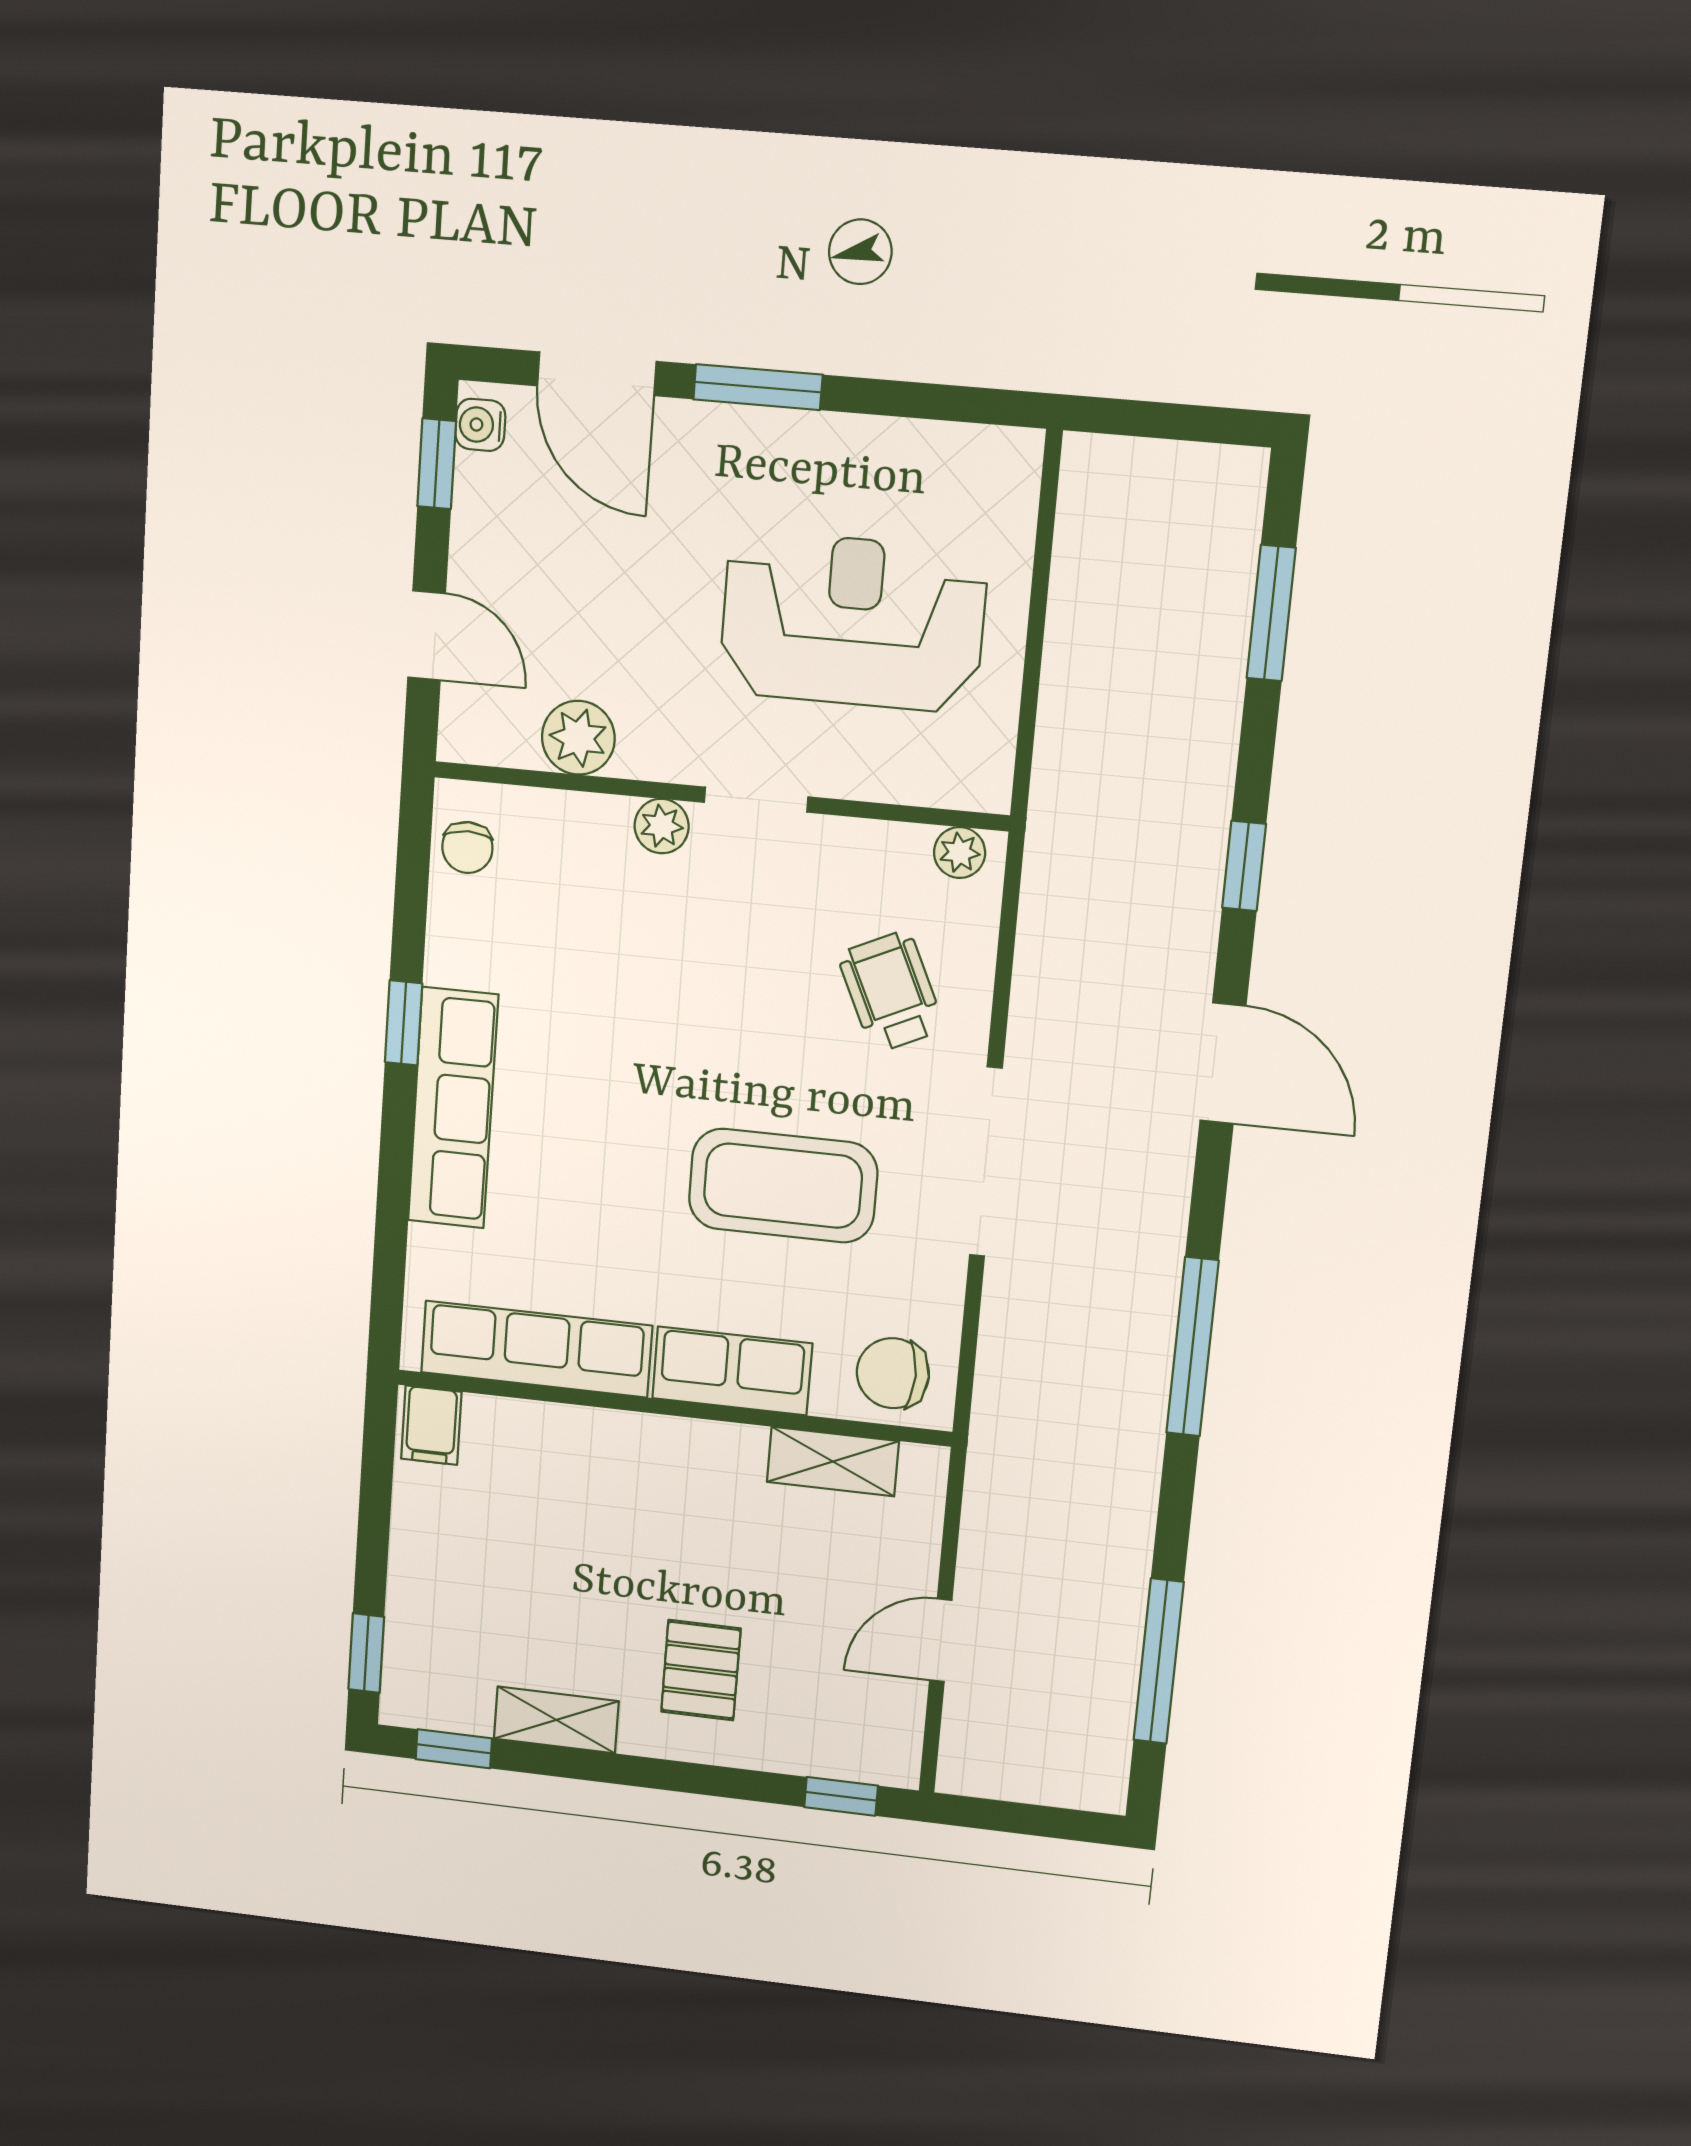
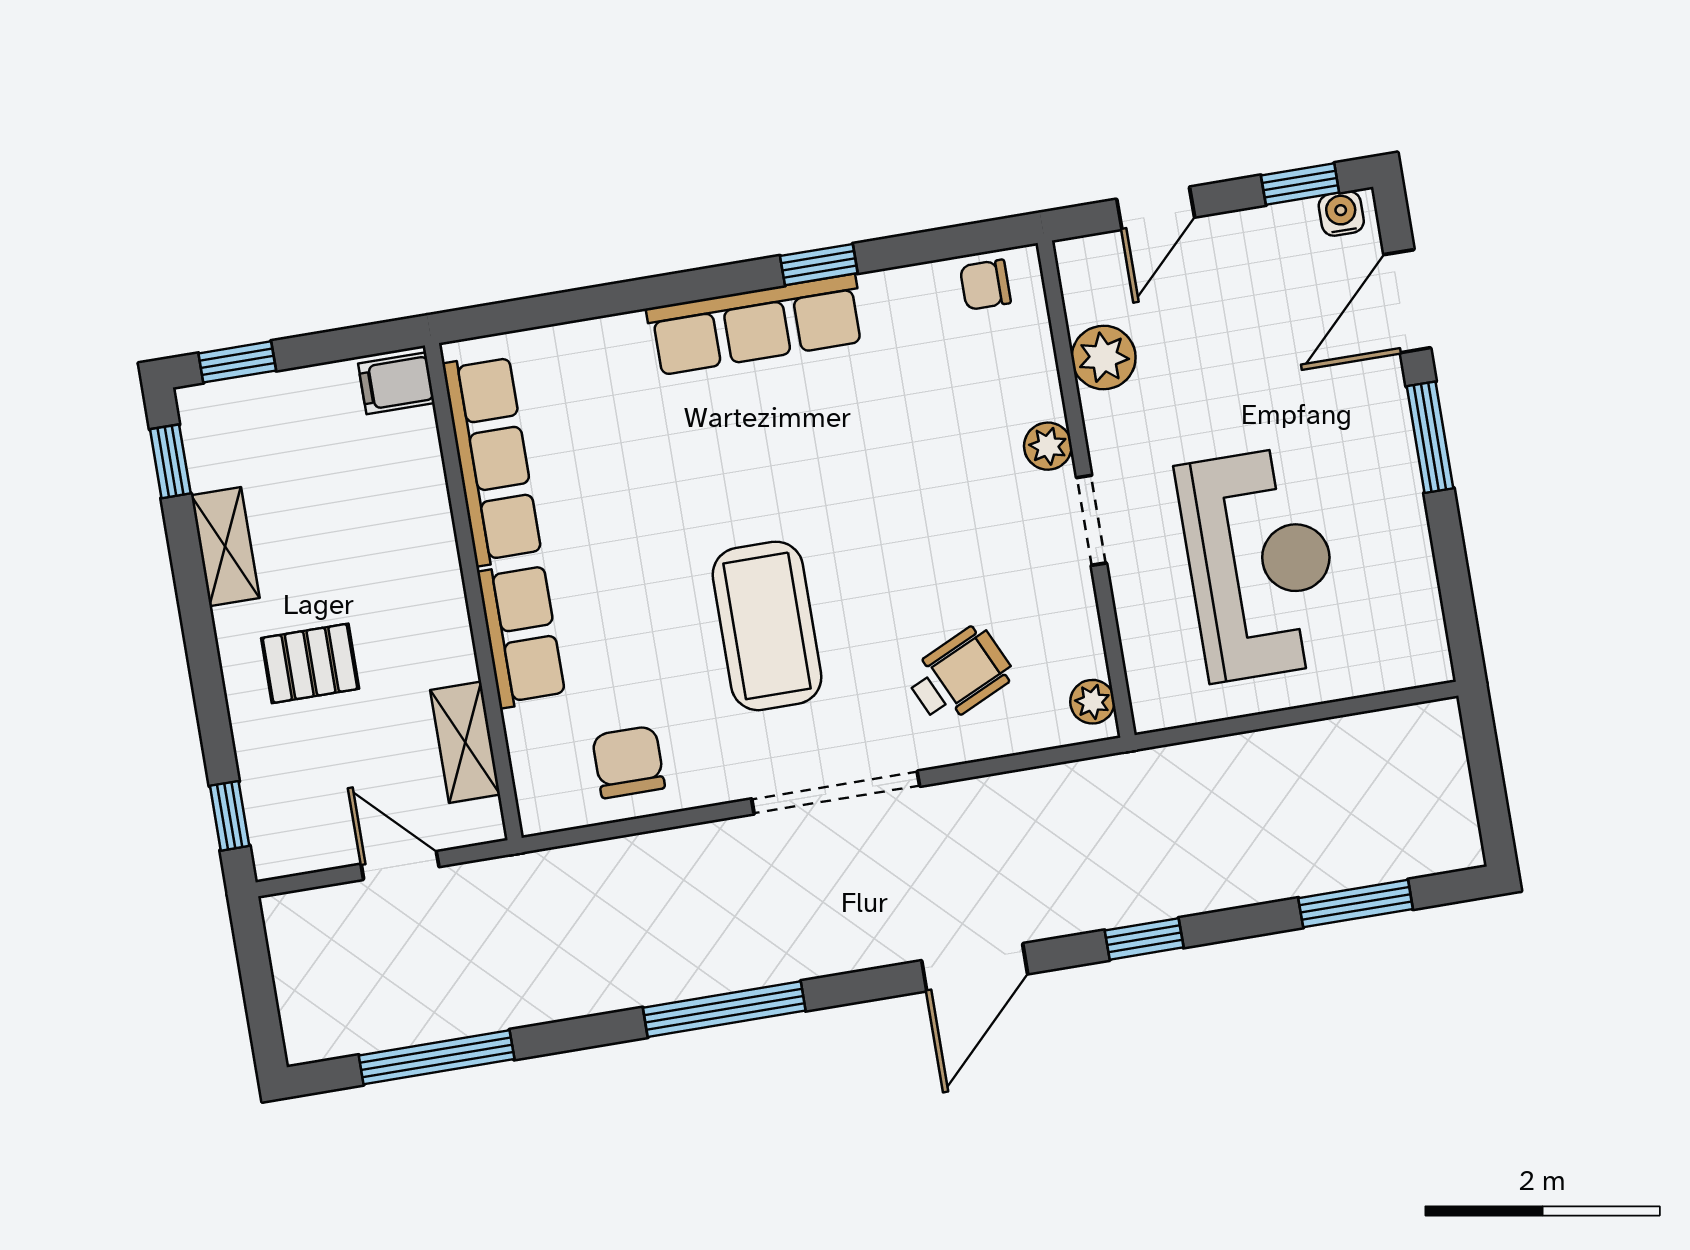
row of seats: (536, 1349) -> (492, 460), moved
row of seats: (732, 1371) -> (521, 635), moved
wall: (673, 1408) -> (473, 592), moved
filing cabinet: (431, 1425) -> (396, 383), moved
shelving: (833, 1462) -> (465, 742), moved

